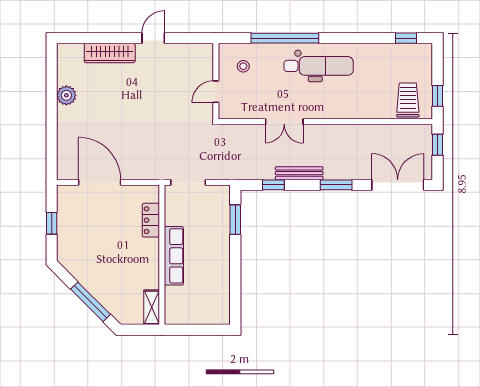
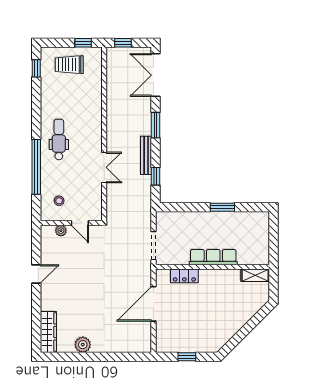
door: (153, 38) -> (36, 274), swing flipped
wardrobe: (110, 53) -> (48, 332), moved
dental chair: (319, 66) -> (59, 139), width x0.73, depth x0.72
plant: (207, 68) -> (61, 231), added
trolley: (408, 100) -> (69, 65), moved
door: (100, 182) -> (154, 304), moved
window: (235, 220) -> (222, 207), moved
window: (91, 302) -> (251, 325), removed

